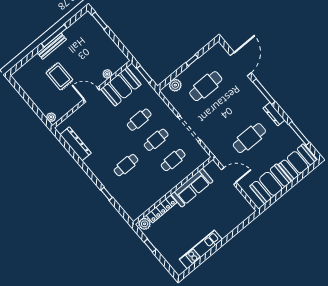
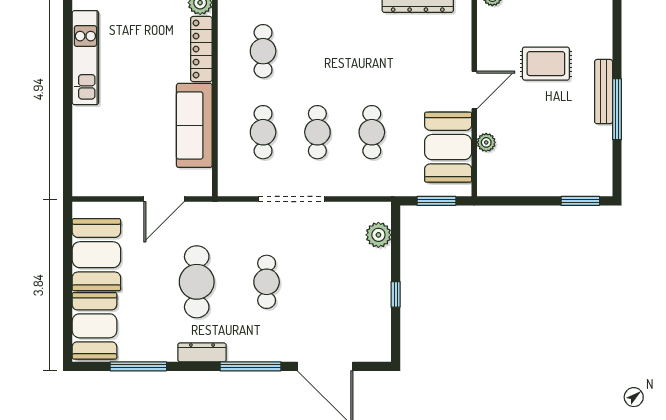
cafe table: (206, 86) -> (267, 282), moved, width x0.73, depth x0.74
cafe table: (126, 165) -> (263, 51), moved

